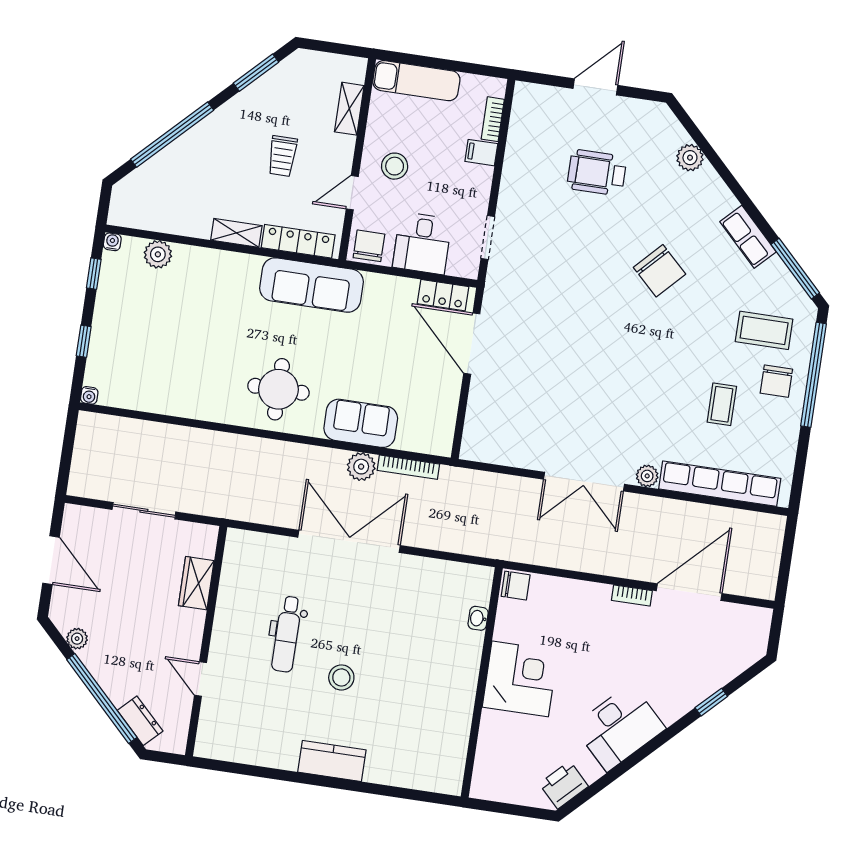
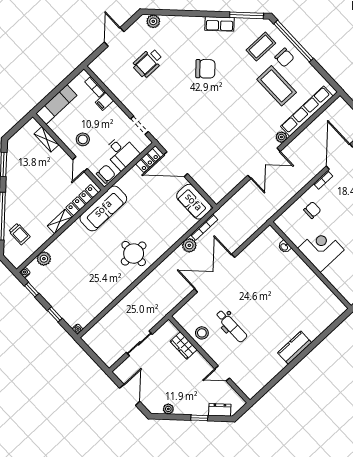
trolley: (282, 156) -> (19, 234), moved
plant: (690, 158) -> (153, 21), moved
chair: (369, 246) -> (106, 174), turned 90
coffee table: (722, 404) -> (277, 86), width x1.86, depth x1.72
sofa: (361, 423) -> (194, 202), moved, turned -90
door: (51, 560) -> (130, 395), hinge flipped
chair: (516, 586) -> (312, 210), moved
stool: (341, 677) -> (202, 333), moved
window: (102, 698) -> (199, 418), width x0.32

